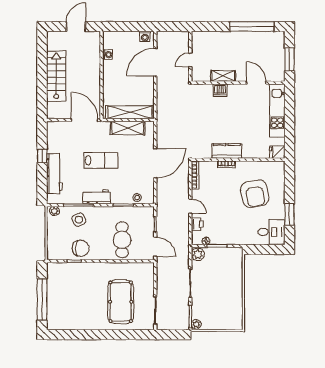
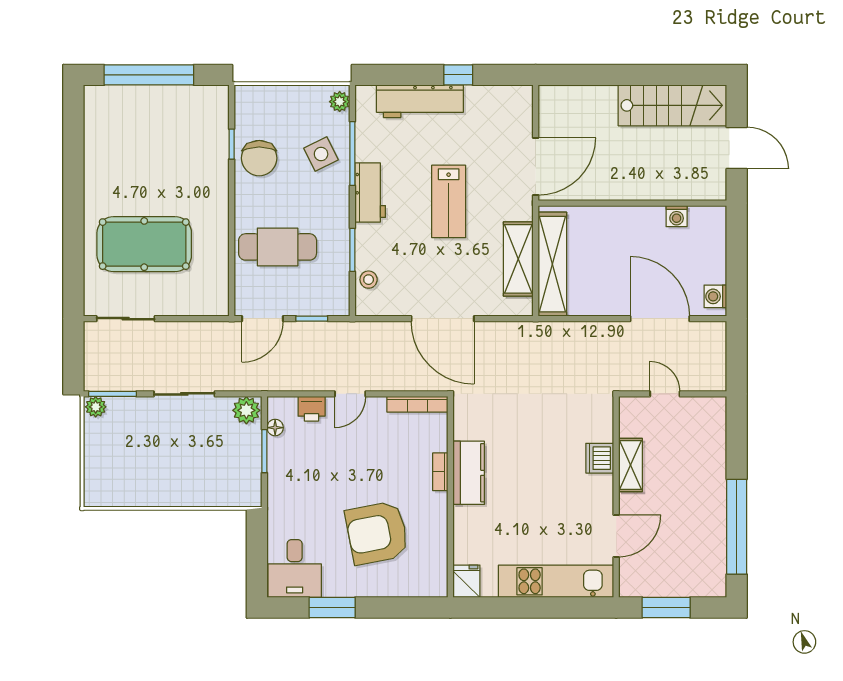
stairs: (56, 76) -> (672, 105), moved

